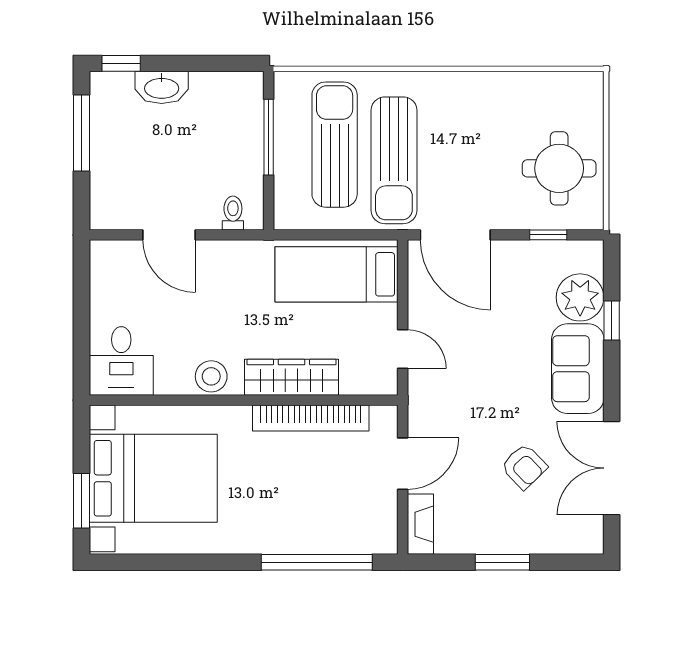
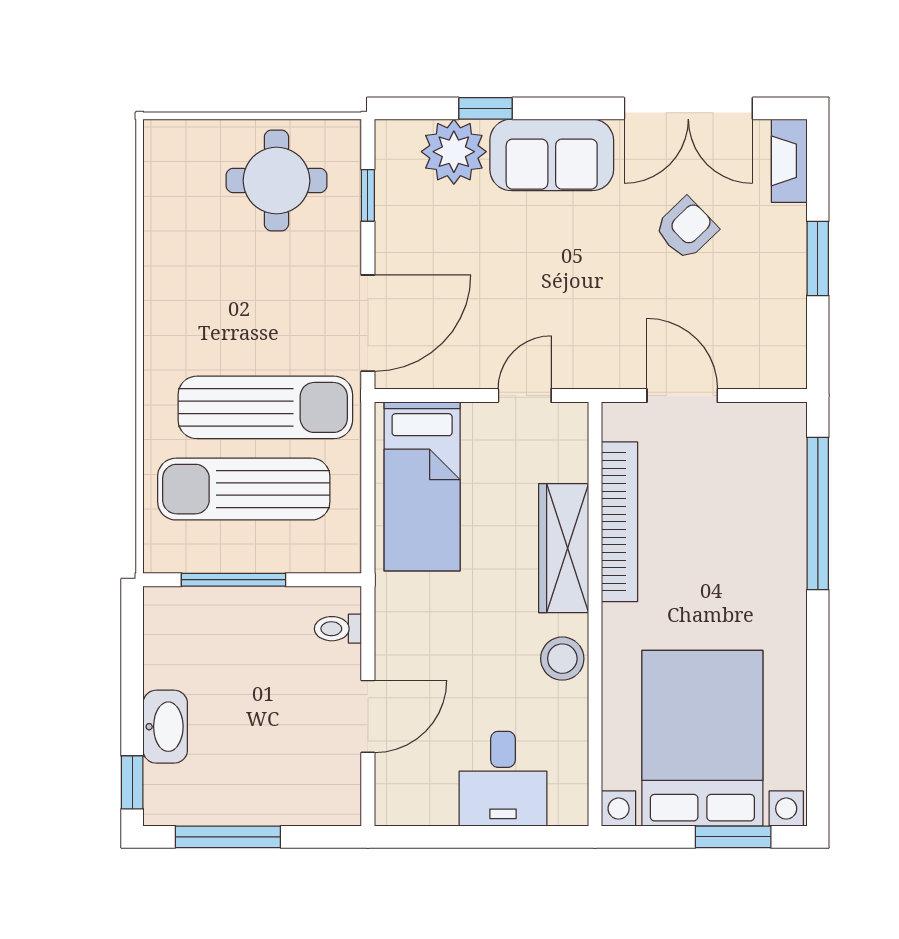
desk: (121, 361) -> (503, 779), moved, turned 90
fireplace: (420, 524) -> (789, 161), moved, turned -90

